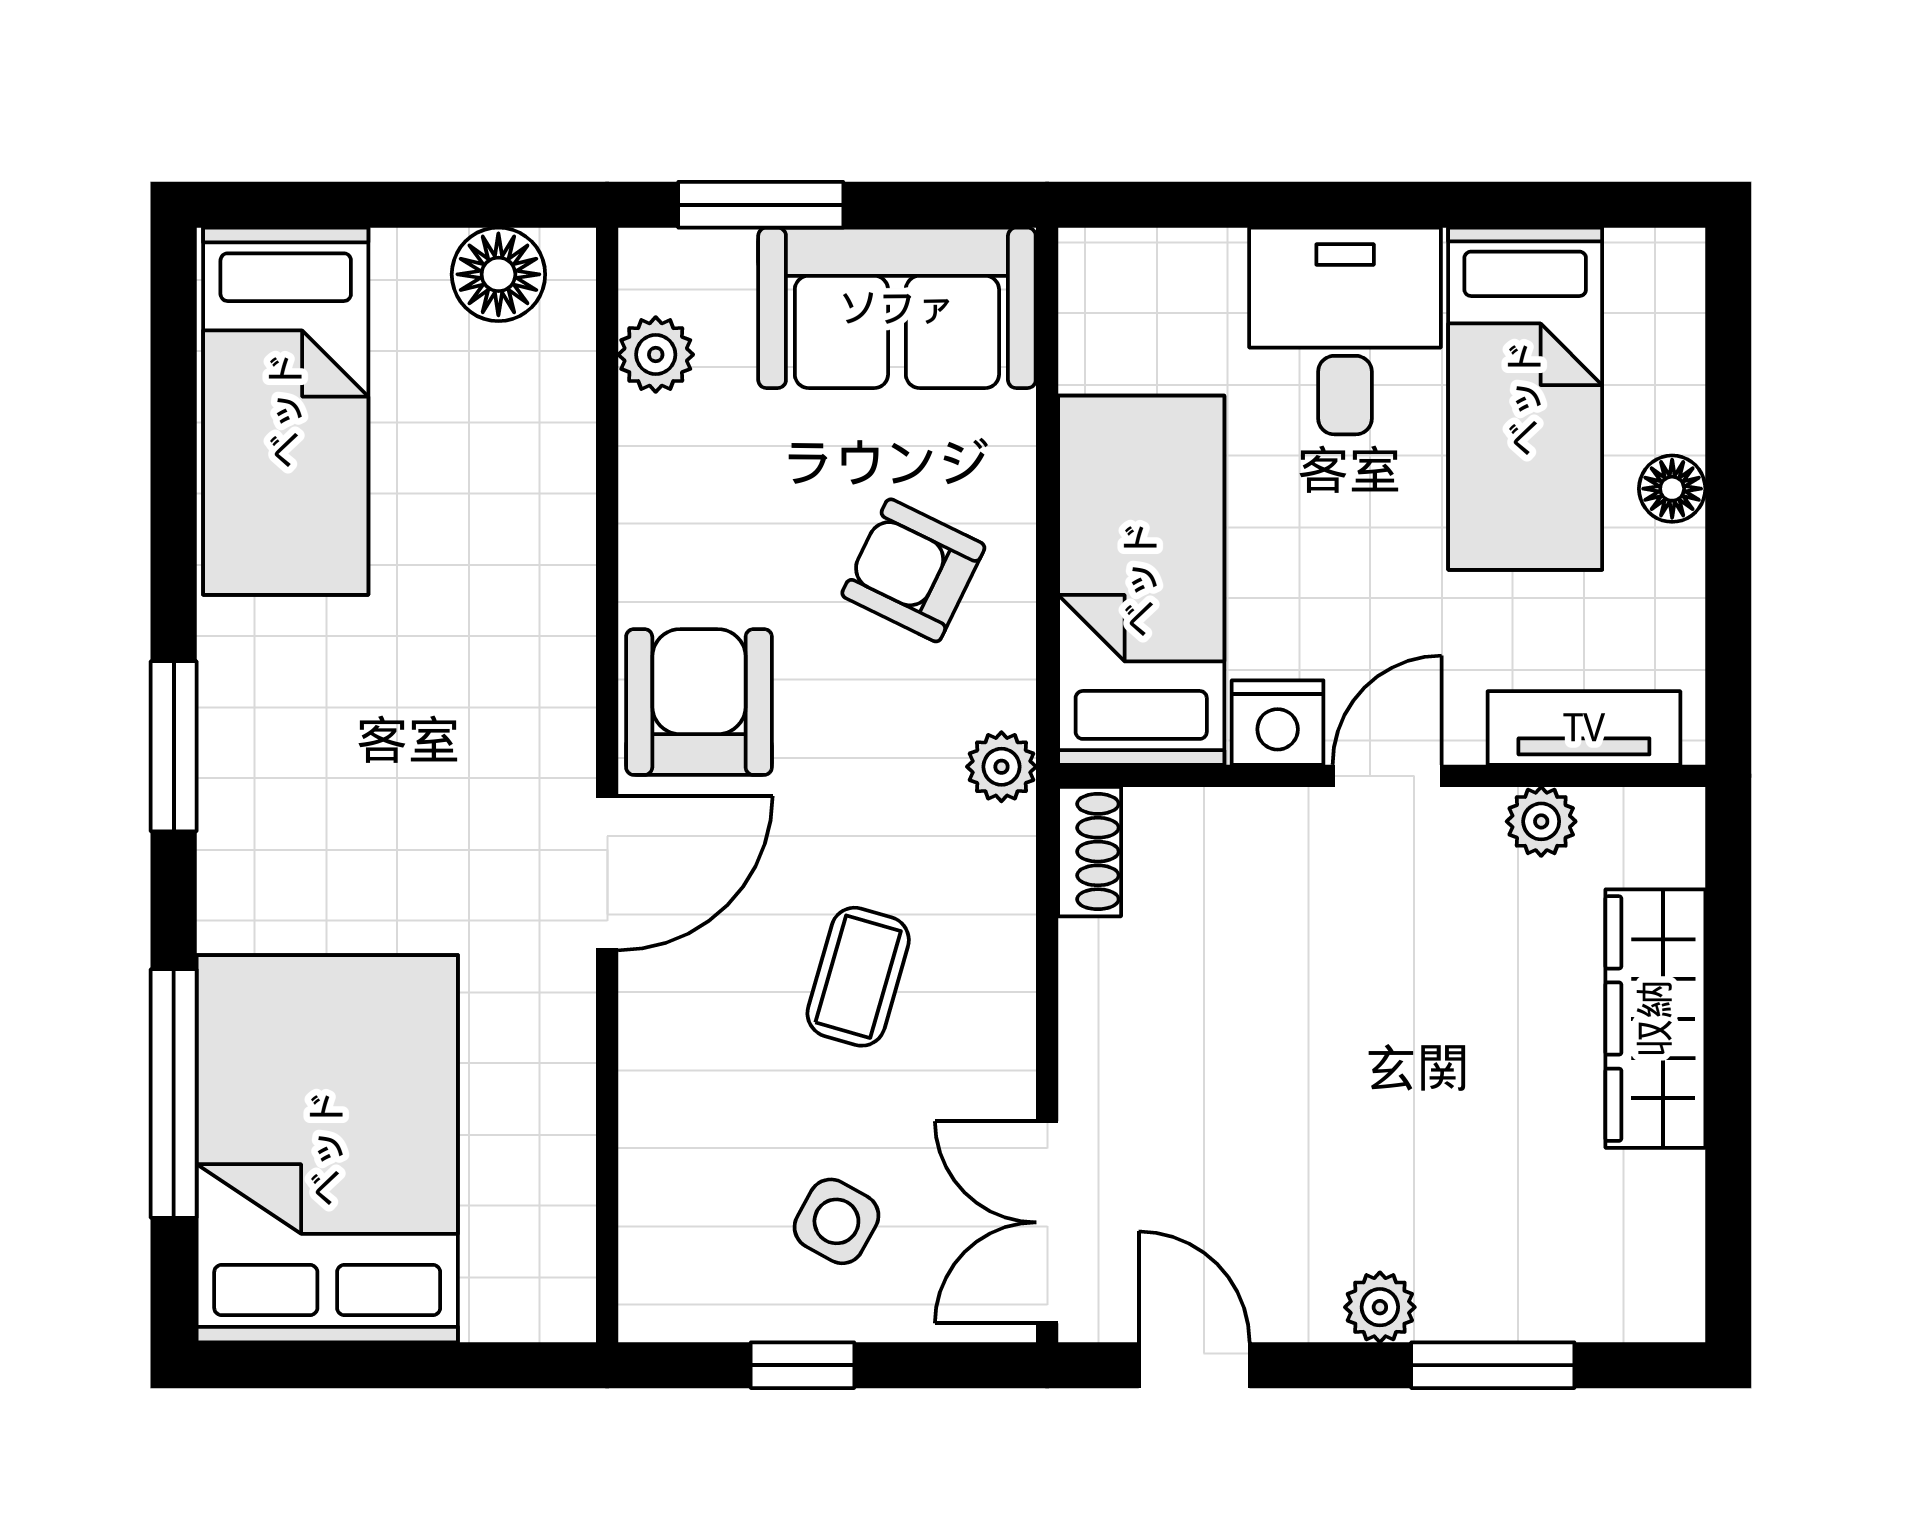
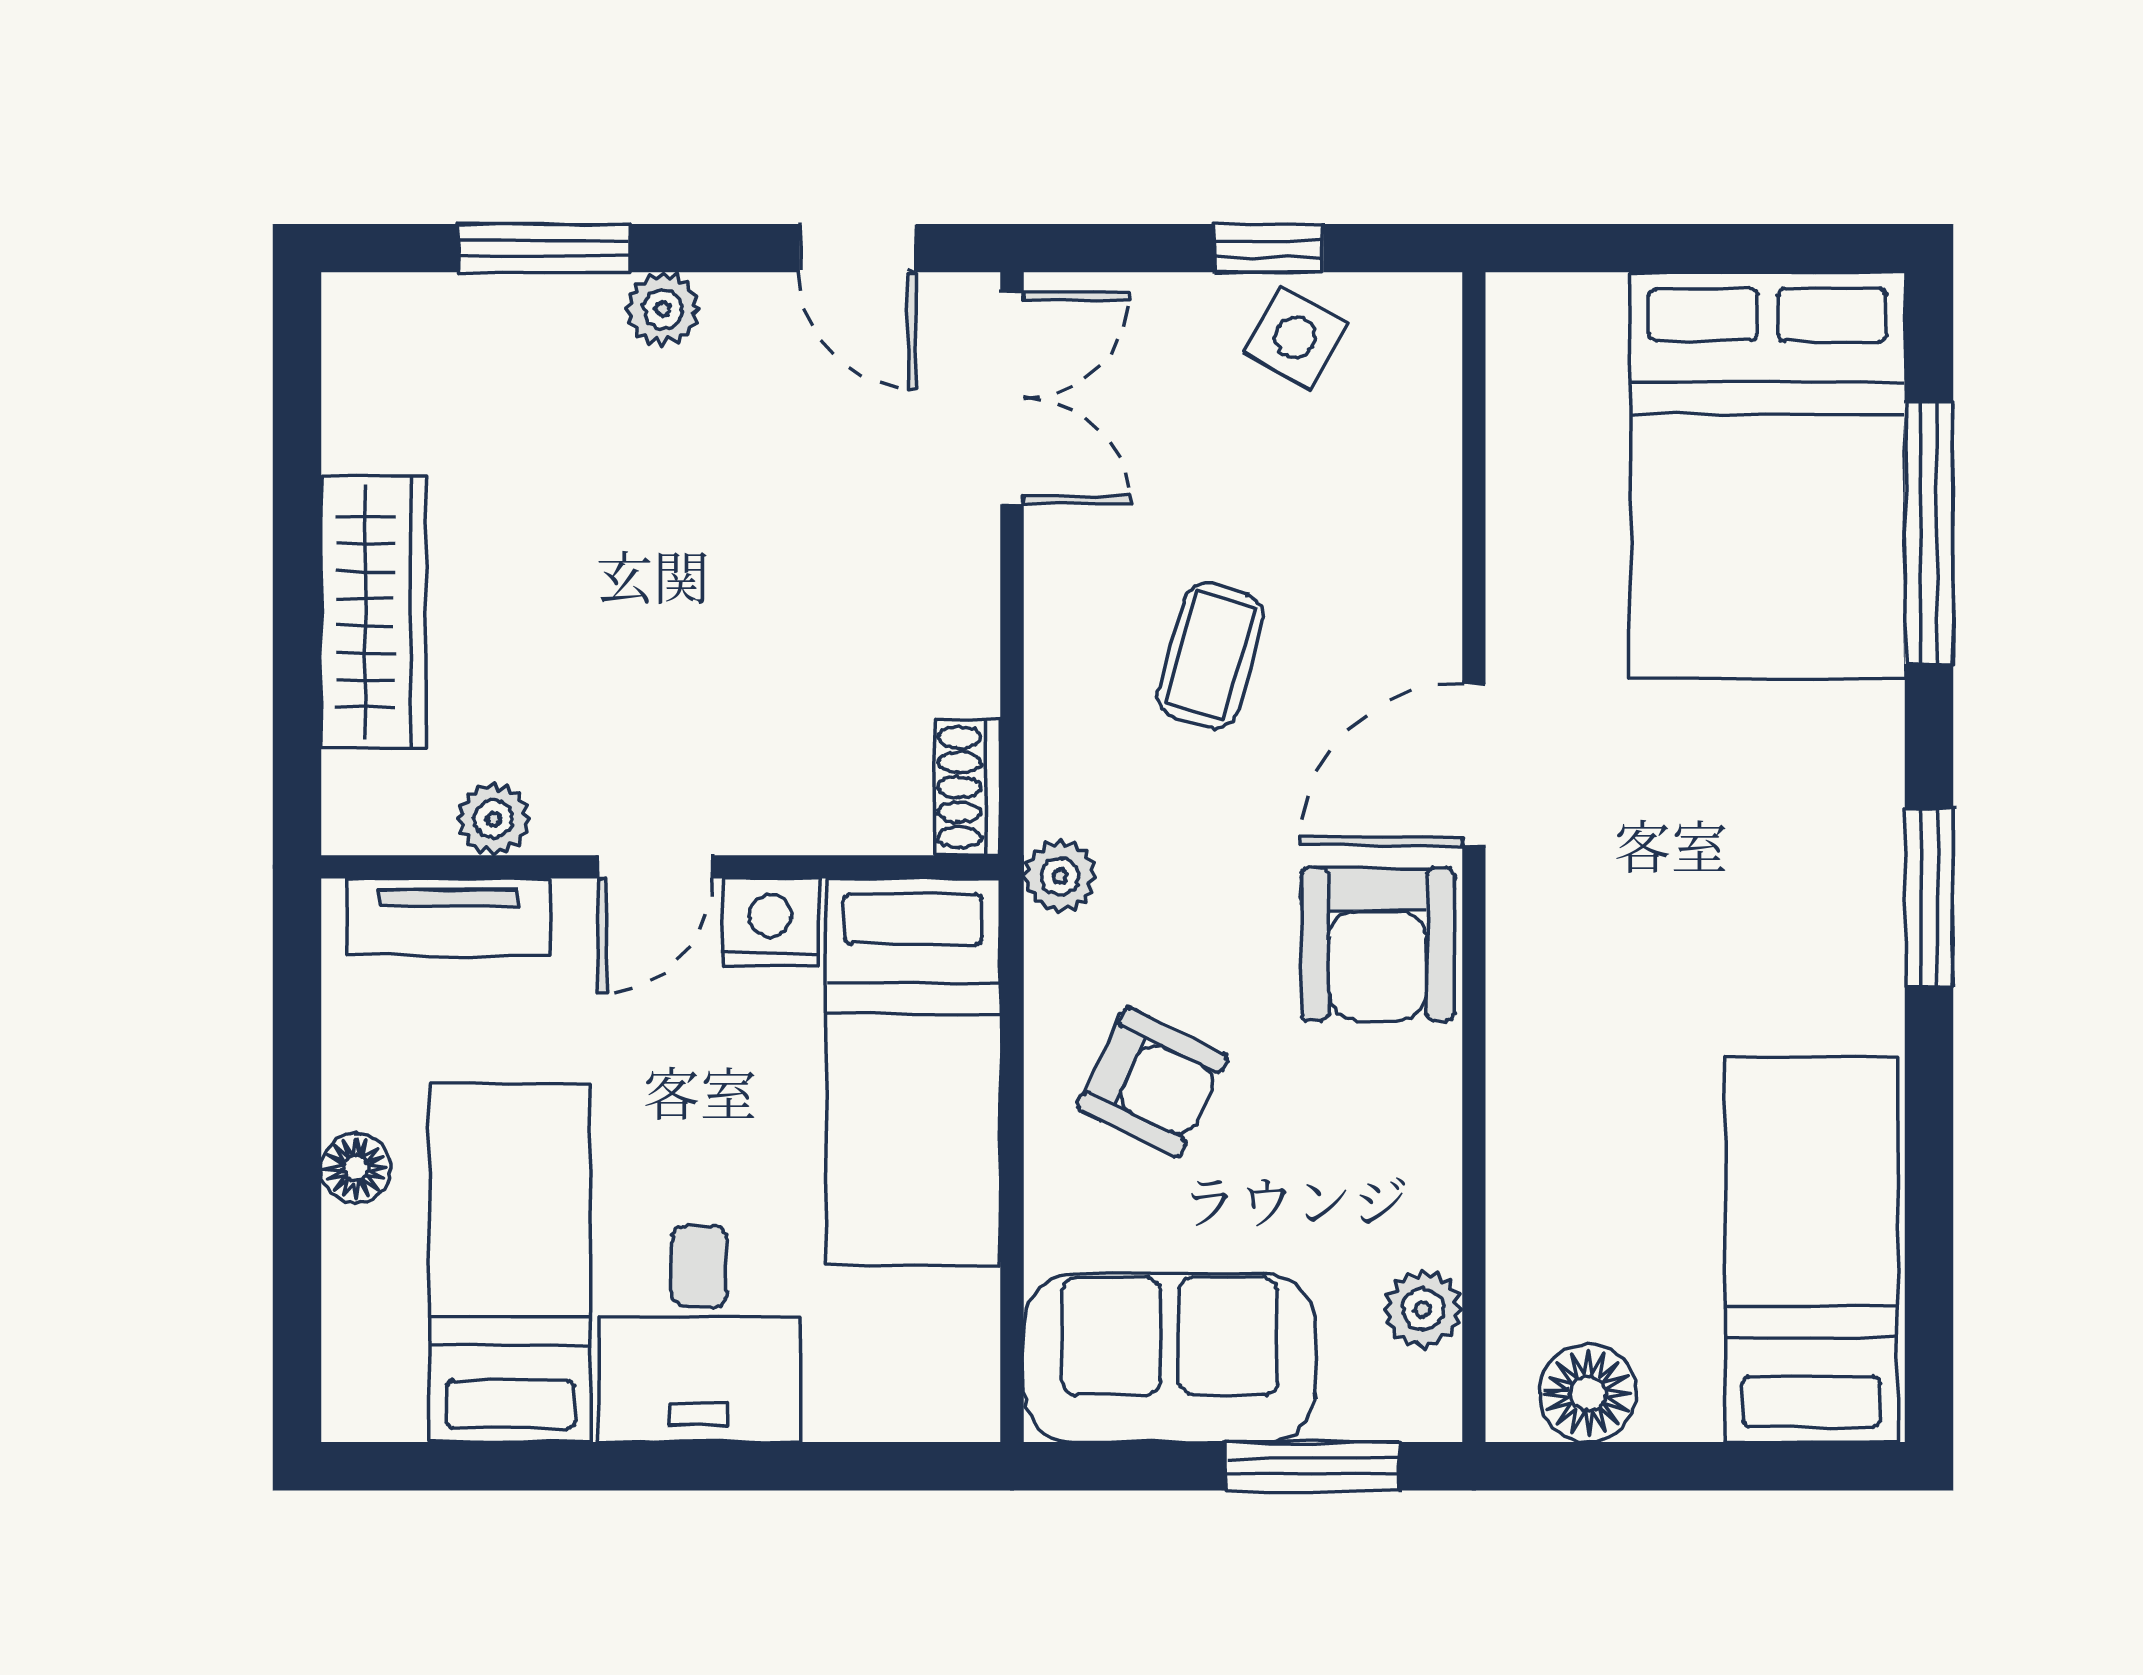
side table: (836, 1221) -> (1295, 338), moved

